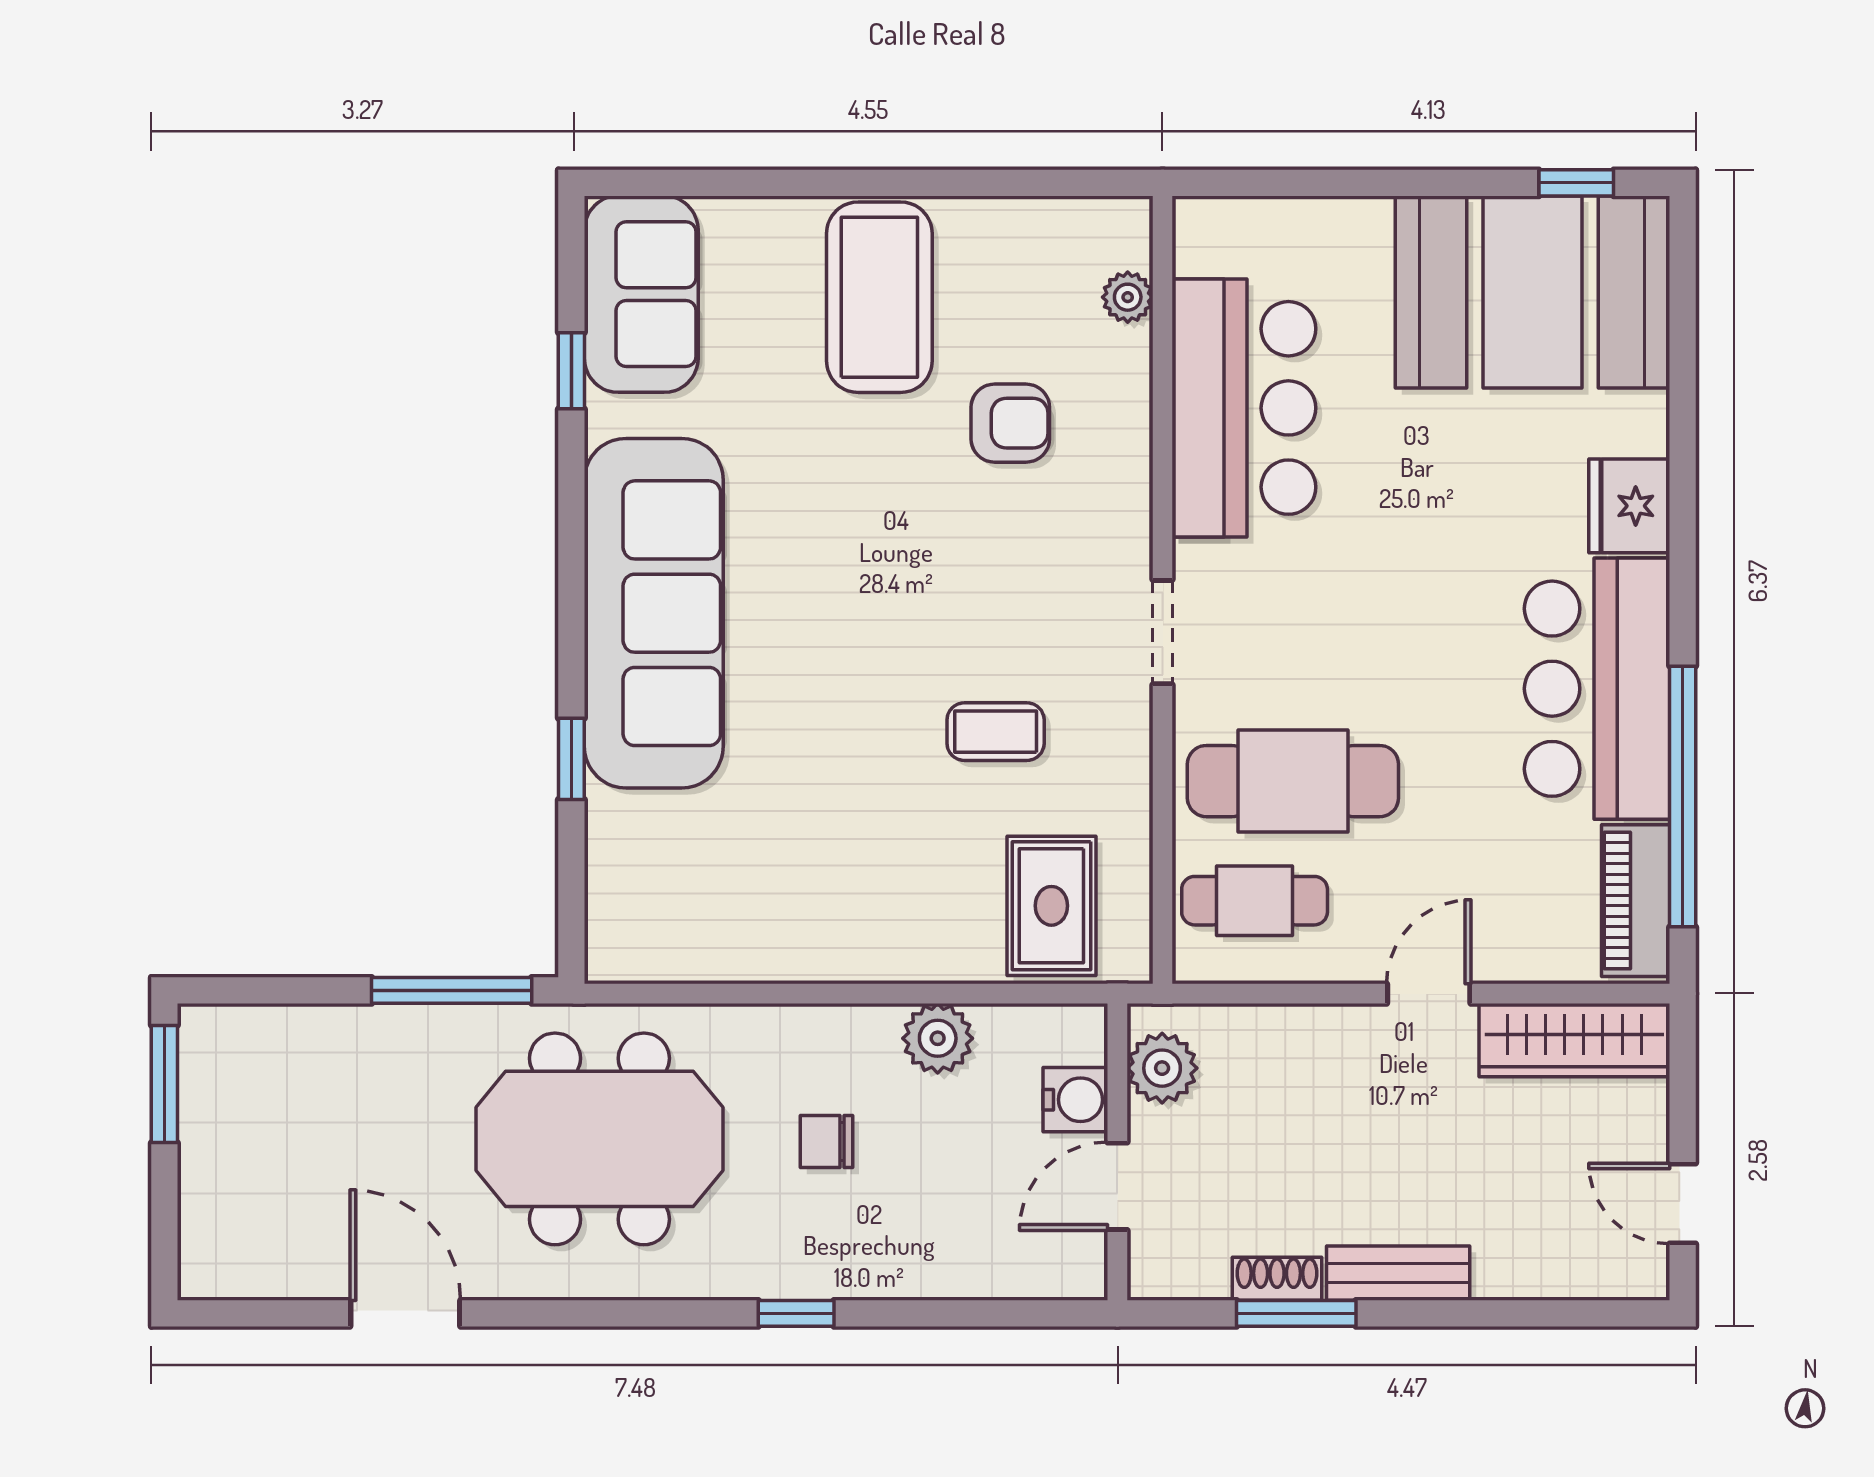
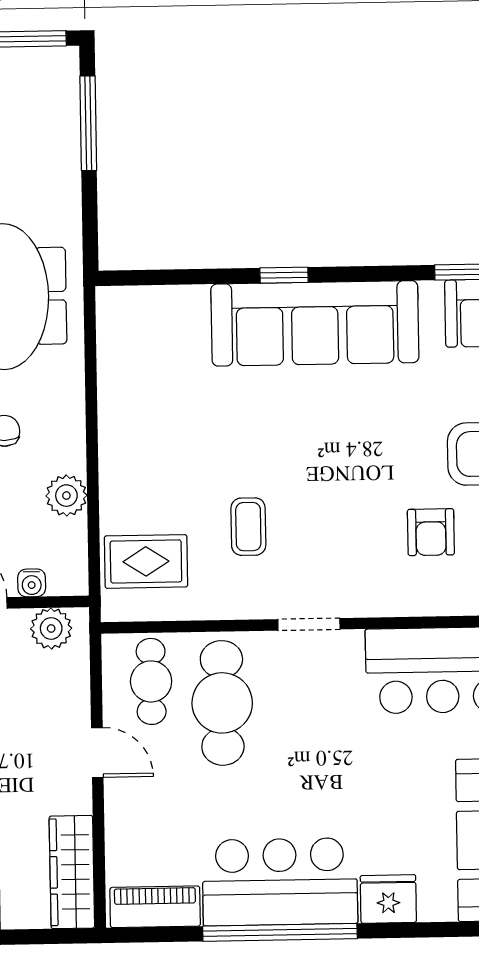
window: (571, 759) -> (284, 275), moved
window: (1683, 797) -> (280, 932), moved
window: (452, 990) -> (88, 123), moved
door: (1429, 994) -> (97, 753), moved
water cooler: (1075, 1100) -> (32, 583), width x0.72, depth x0.72

